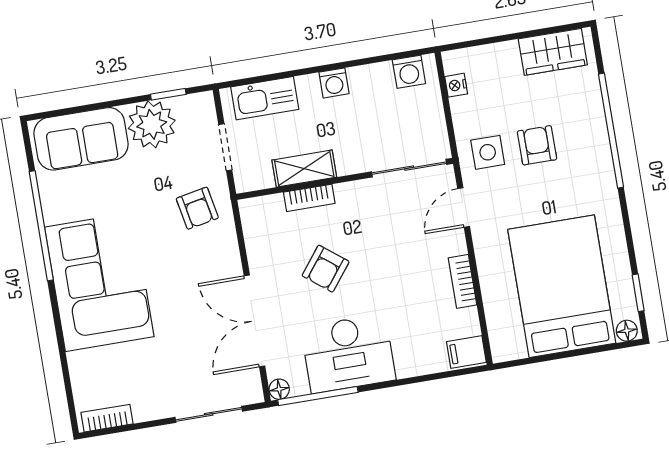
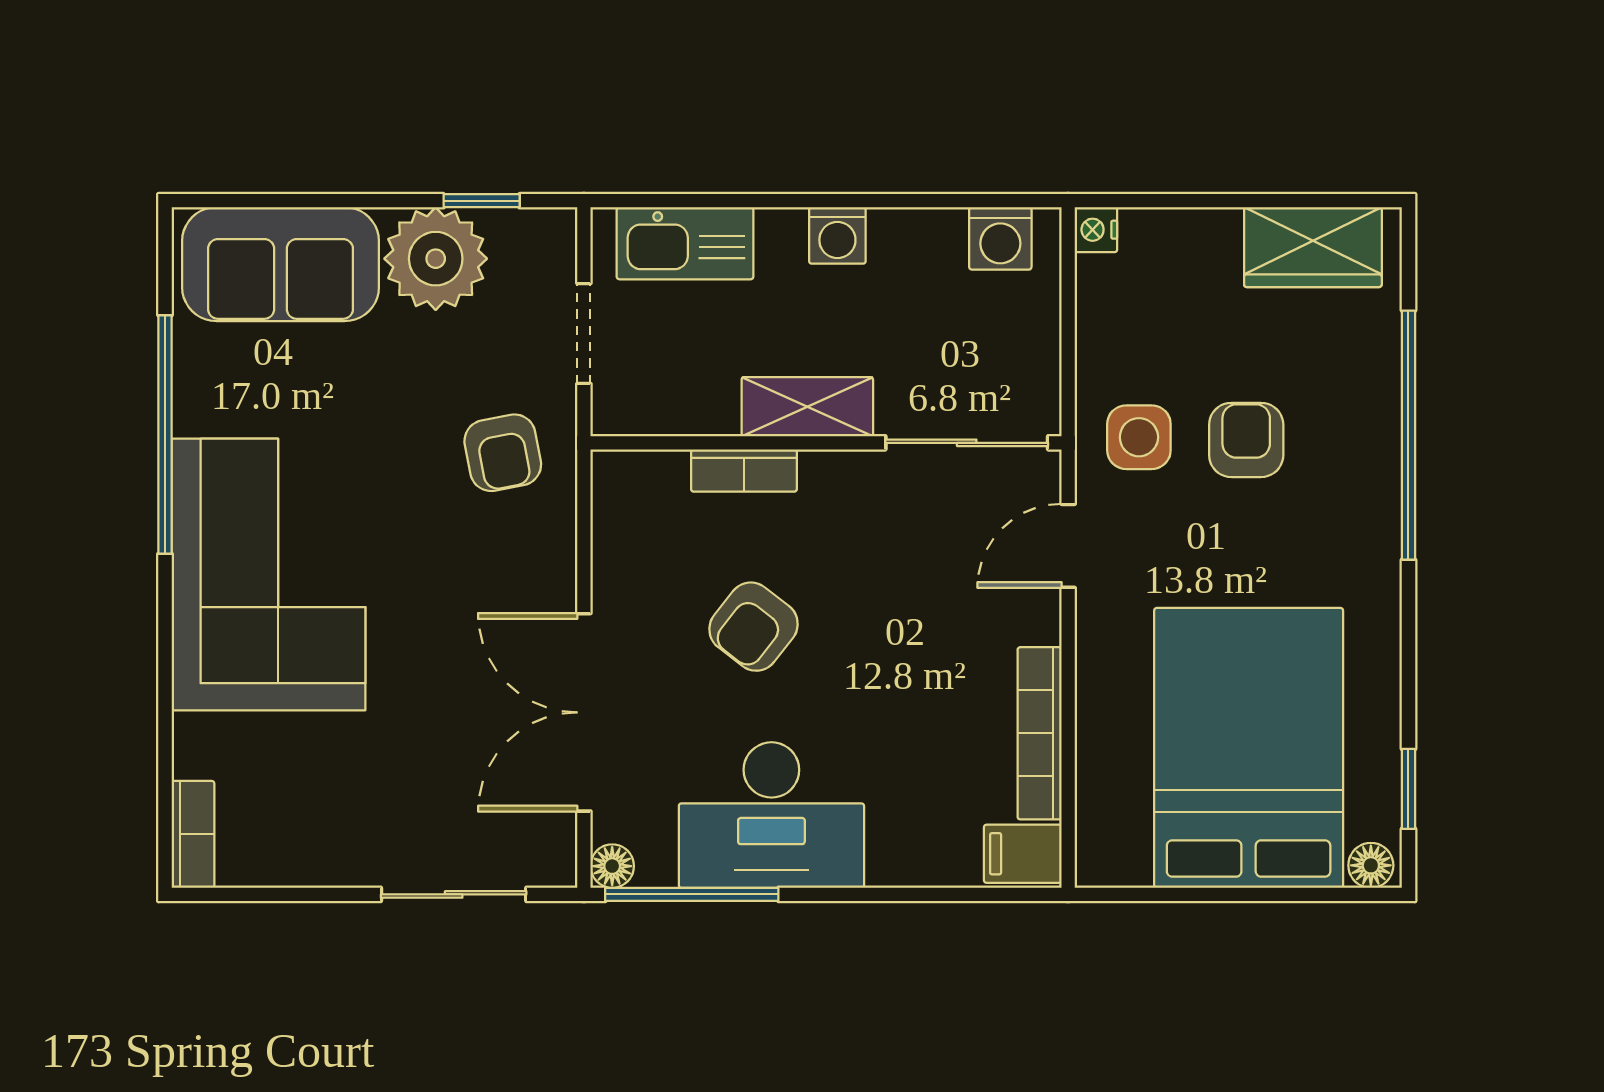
nightstand: (456, 85) -> (1096, 230), moved
shelving: (304, 169) -> (807, 407), moved
bookcase: (462, 281) -> (1040, 733), width x1.56
bookcase: (107, 418) -> (193, 834), moved, turned 90

